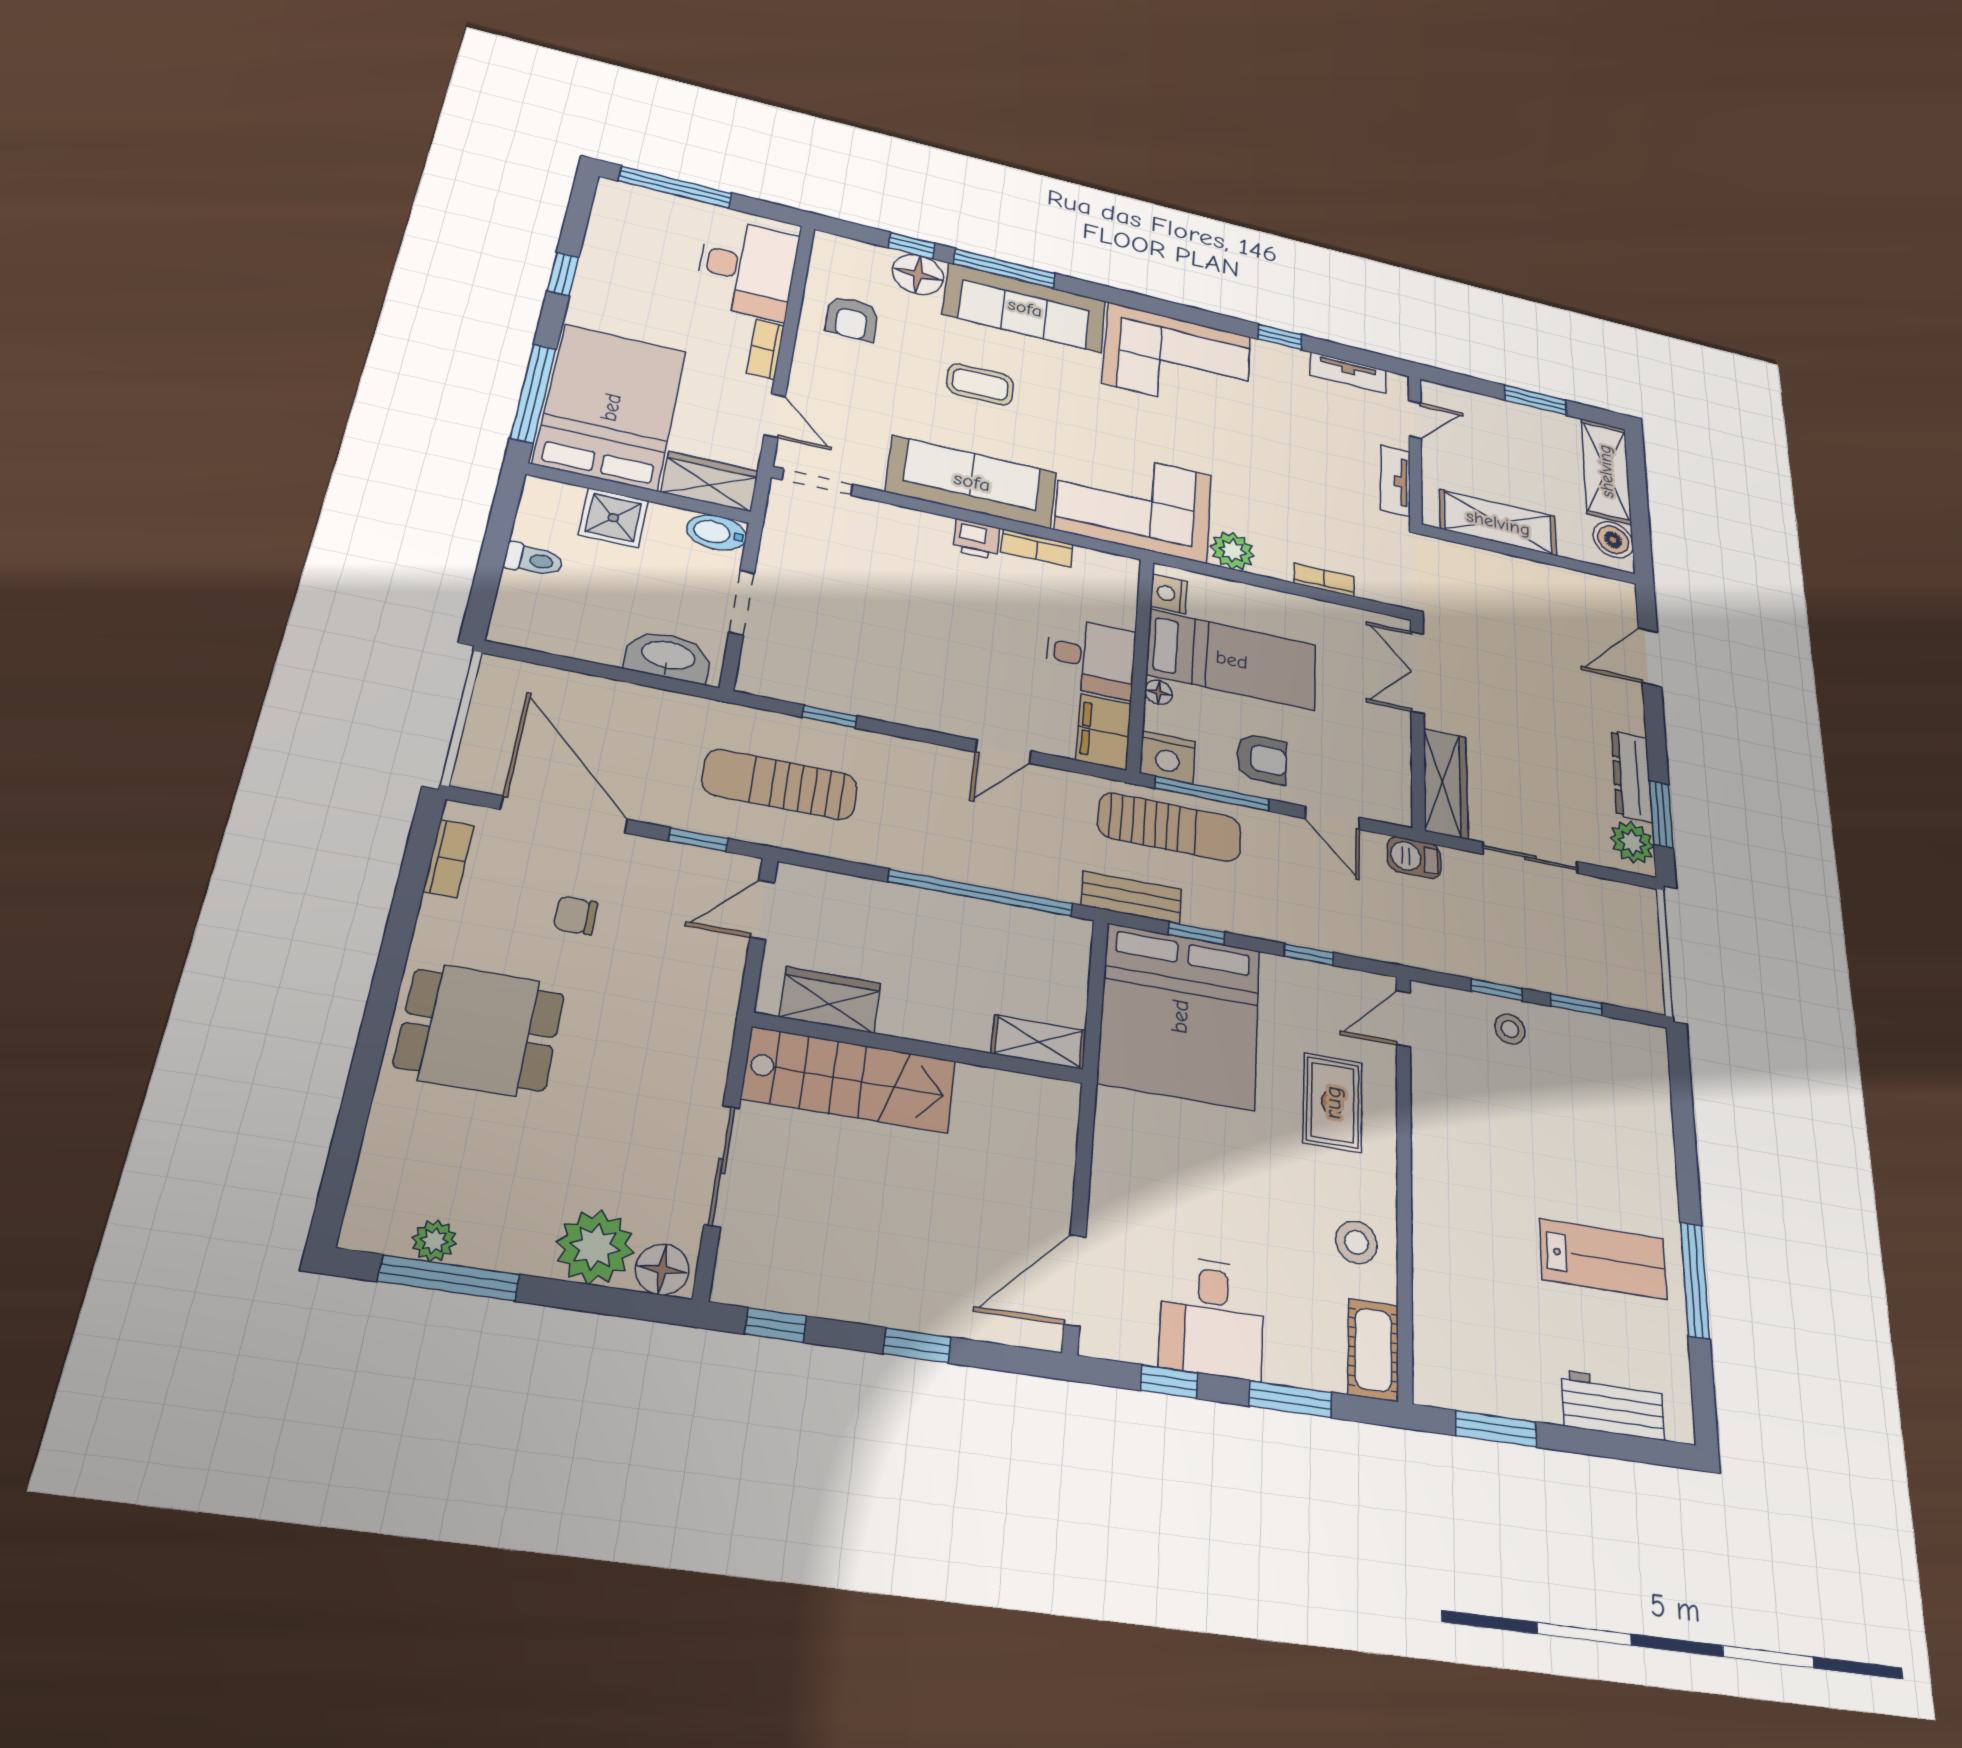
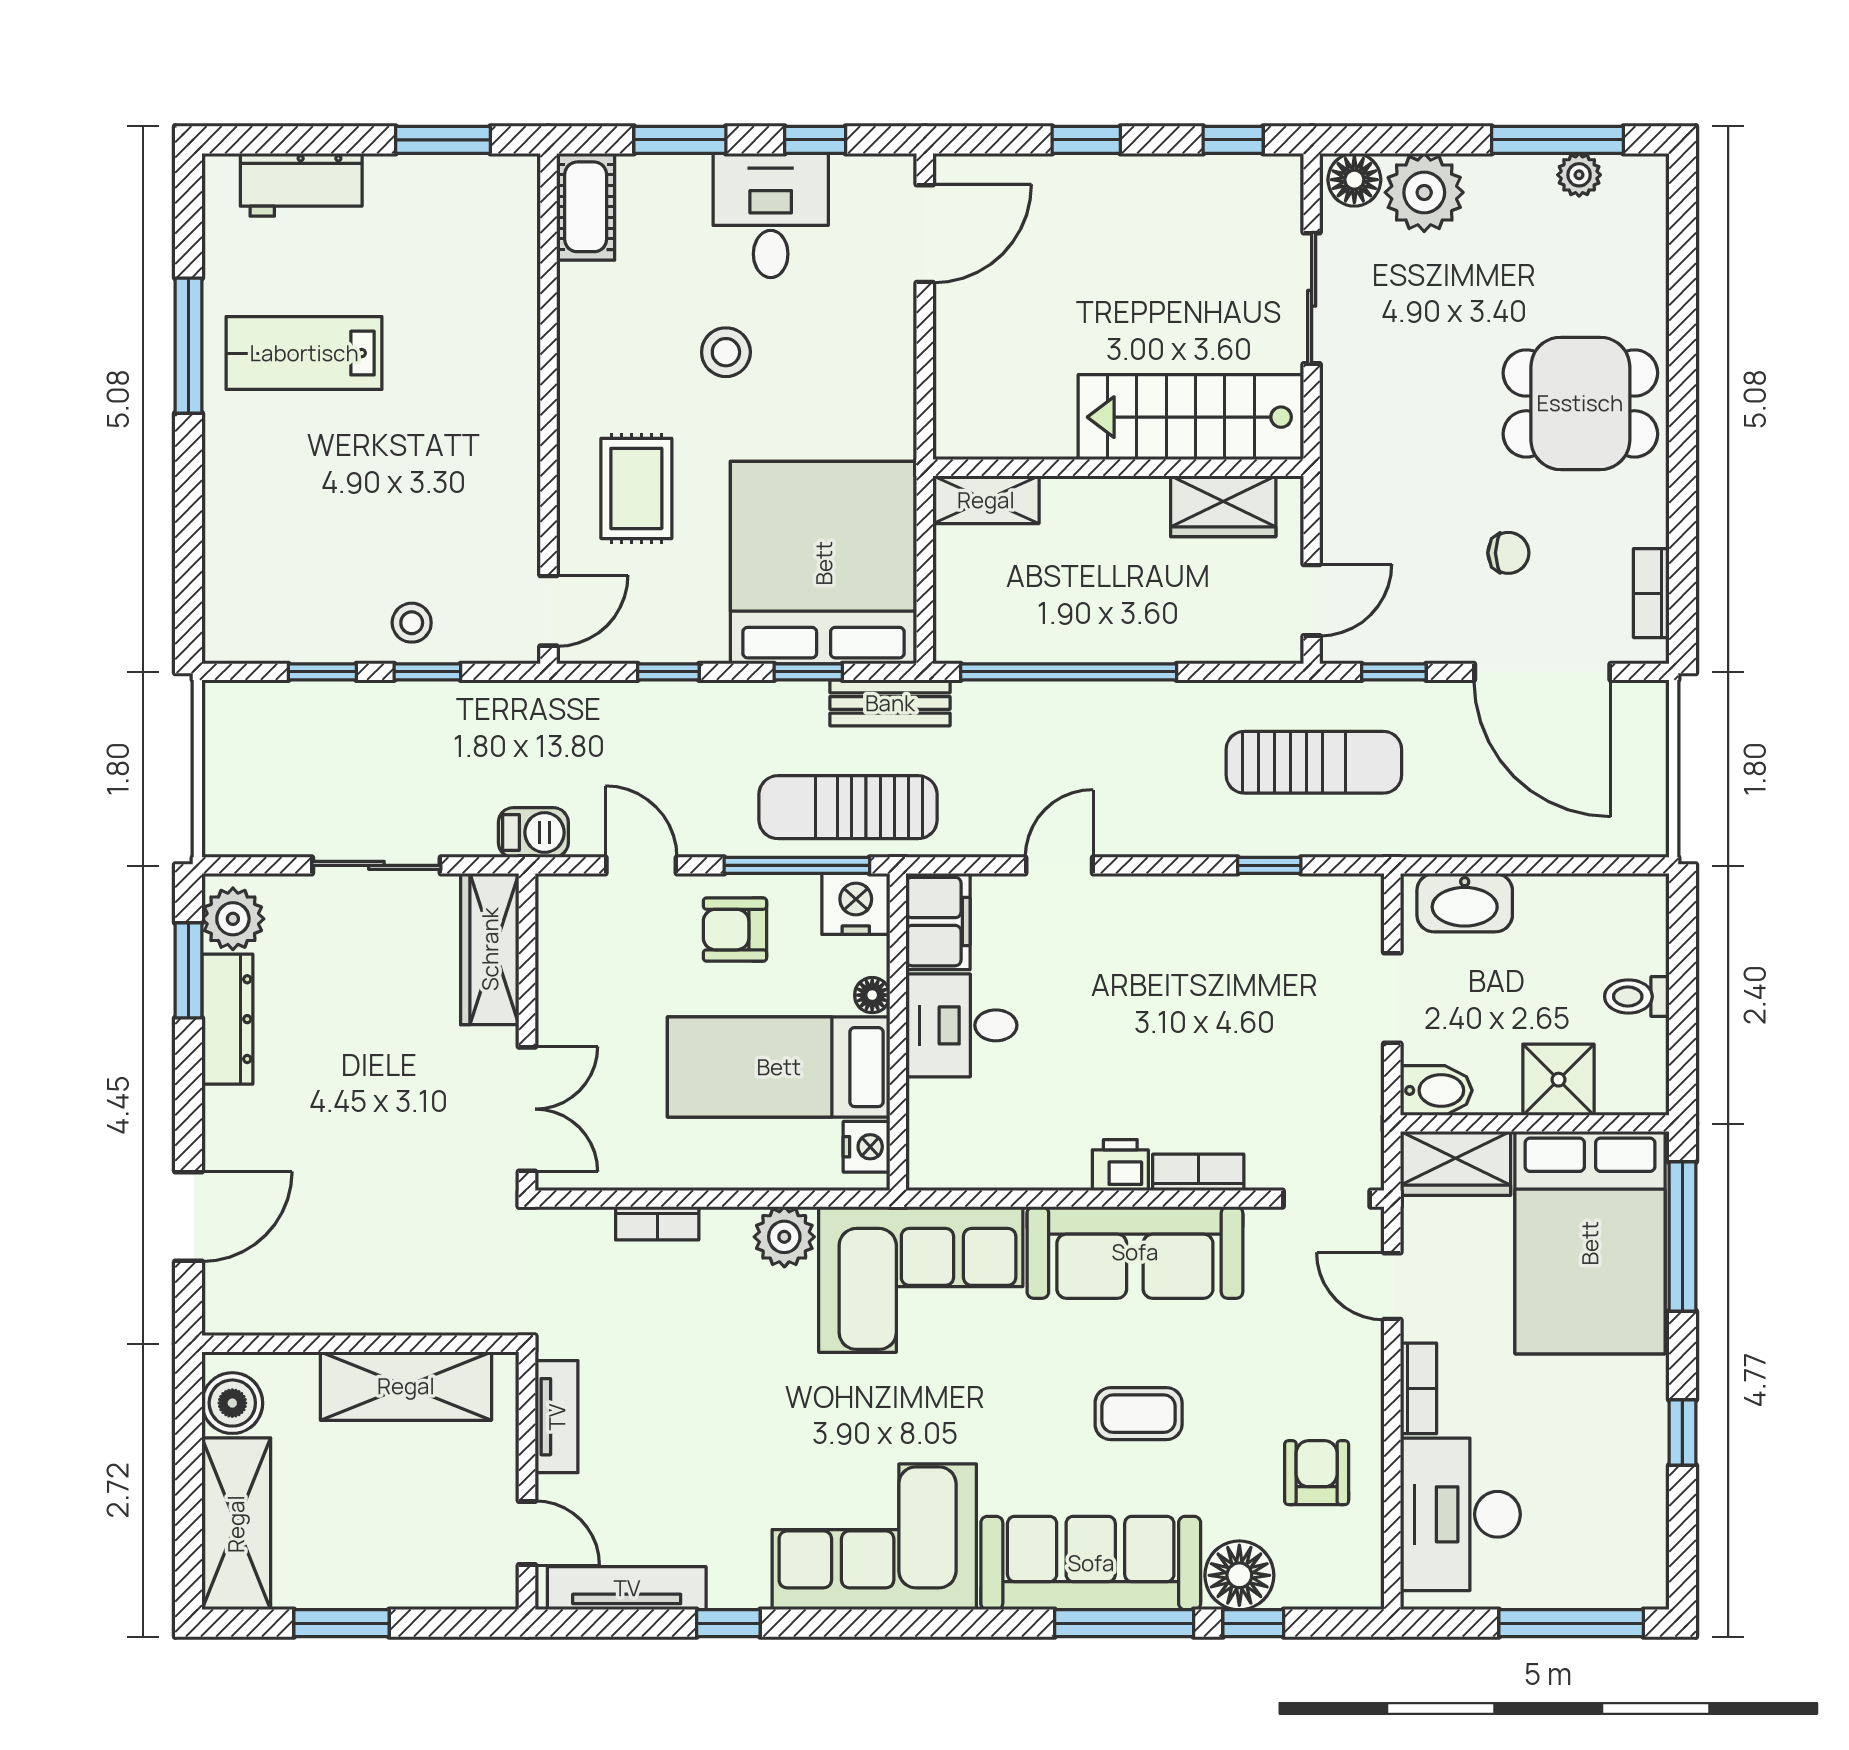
tv unit: (1348, 373) -> (627, 1588), width x1.41
door: (1415, 420) -> (527, 1533), swing flipped
bookcase: (1037, 548) -> (1198, 1172), moved
stool: (1356, 1242) -> (726, 352), moved

